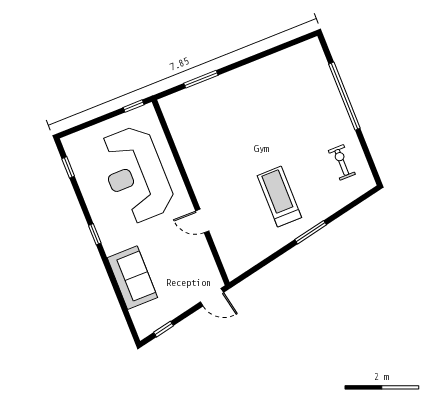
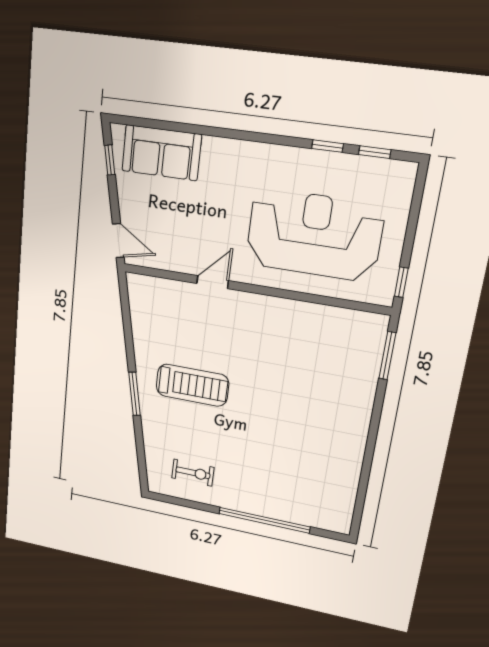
window: (201, 79) -> (387, 356), moved
window: (95, 234) -> (327, 146), moved
sofa: (132, 278) -> (161, 153), moved
door: (212, 297) -> (118, 241), swing flipped

